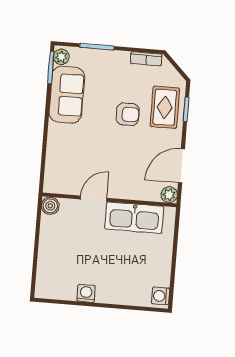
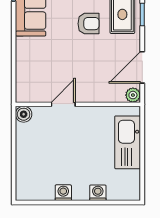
kitchen sink: (134, 218) -> (128, 142), moved, turned 90
washing machine: (161, 296) -> (98, 193), moved, turned 90

